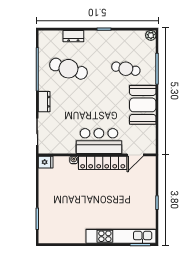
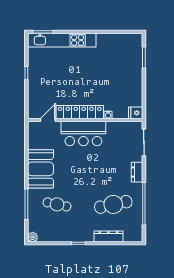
dresser: (73, 36) -> (108, 236), width x1.44
cafe table: (68, 69) -> (113, 204), turned -30

